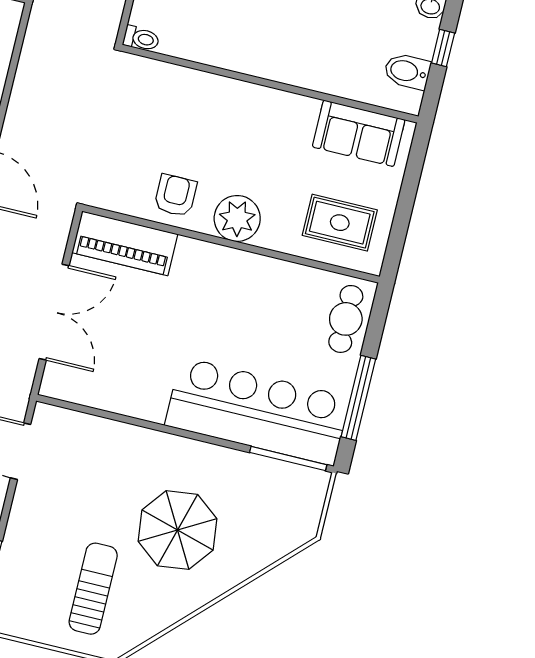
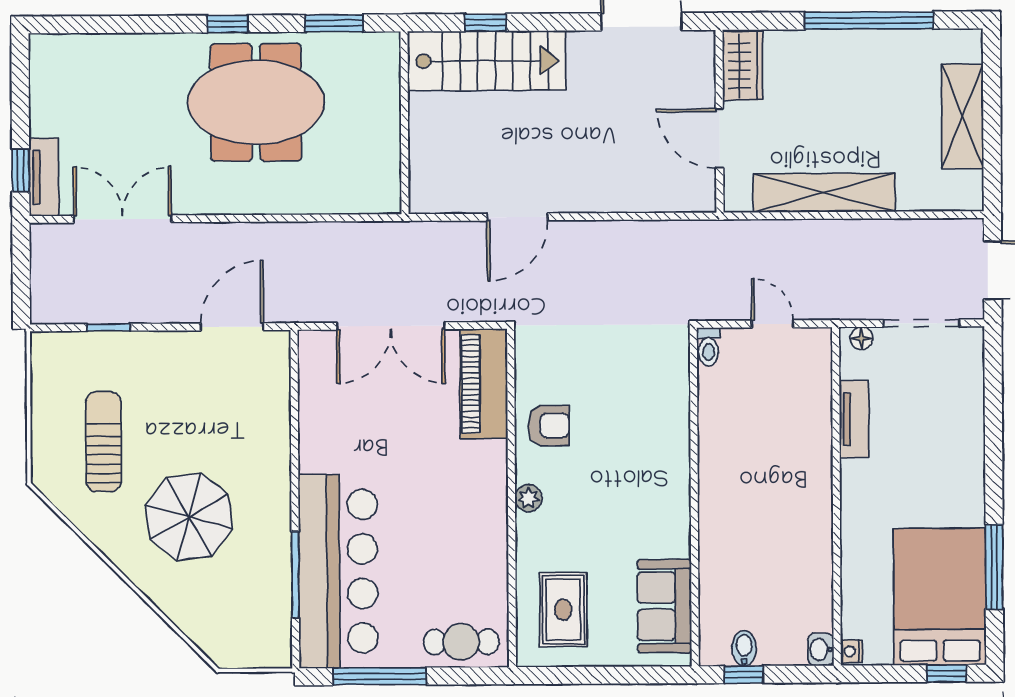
window: (443, 48) -> (744, 674), moved
bidet: (407, 71) -> (744, 648), width x0.72, depth x0.74
plant: (237, 218) -> (528, 498), width x0.53, depth x0.53
window: (288, 459) -> (295, 575), moved
sun lounger: (93, 589) -> (104, 442), turned -90

